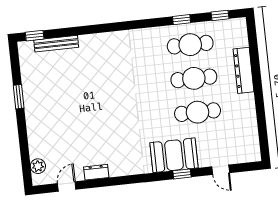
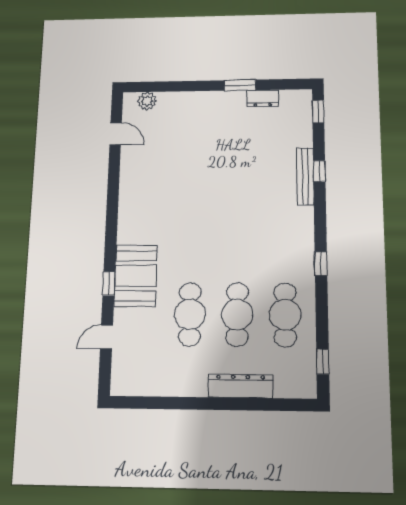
window: (182, 20) -> (321, 264), moved
window: (81, 30) -> (319, 171), added
bench: (56, 44) -> (305, 176), moved
dresser: (96, 172) -> (263, 98), moved, turned 90

